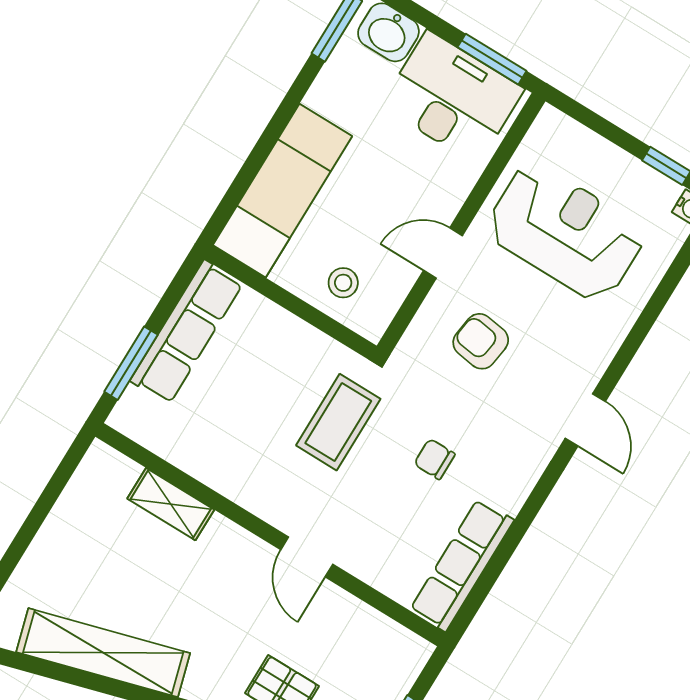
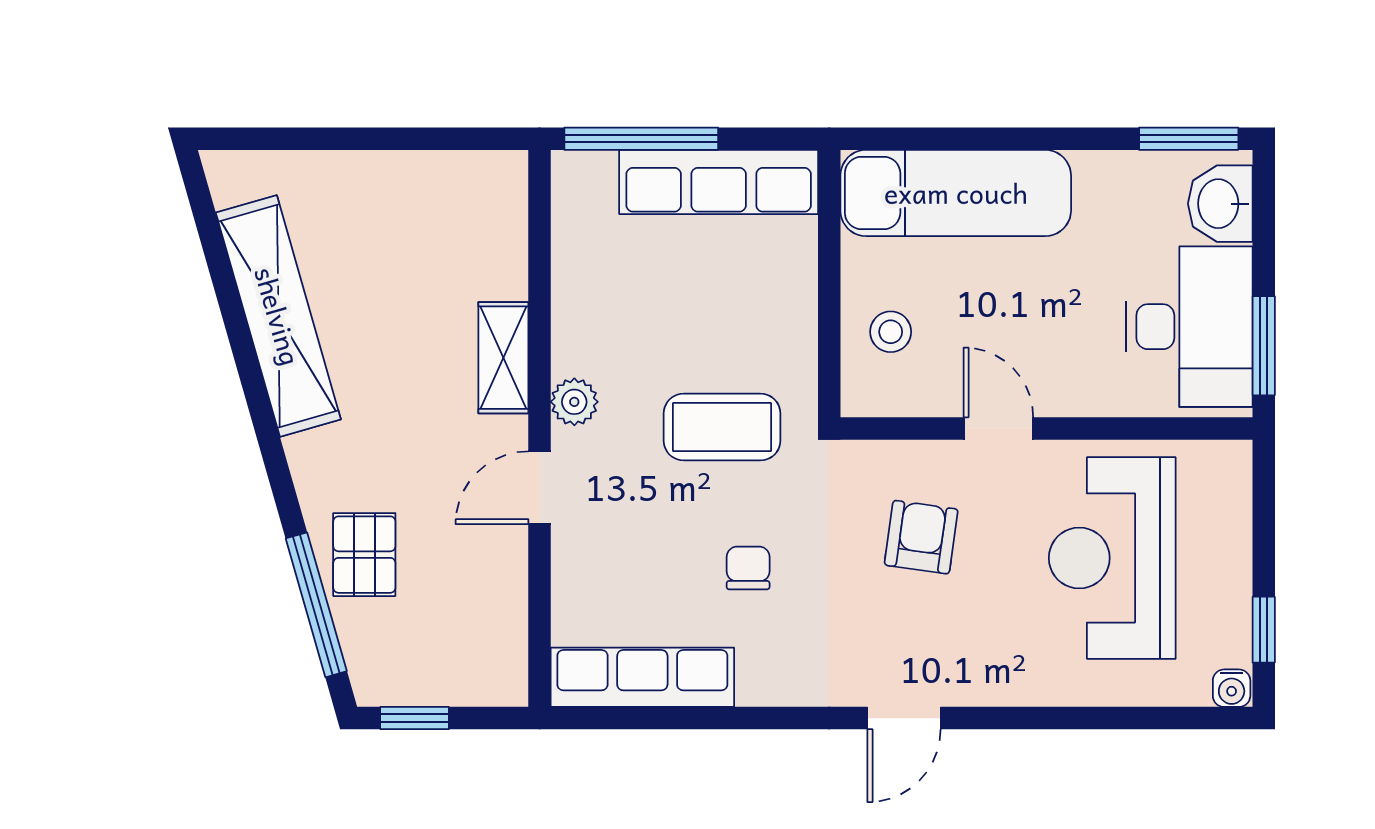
reception desk: (565, 232) -> (1112, 558), turned 180
window: (131, 363) -> (641, 139), width x1.44
plant: (267, 503) -> (574, 402), added
shelving: (171, 504) -> (503, 358), moved

